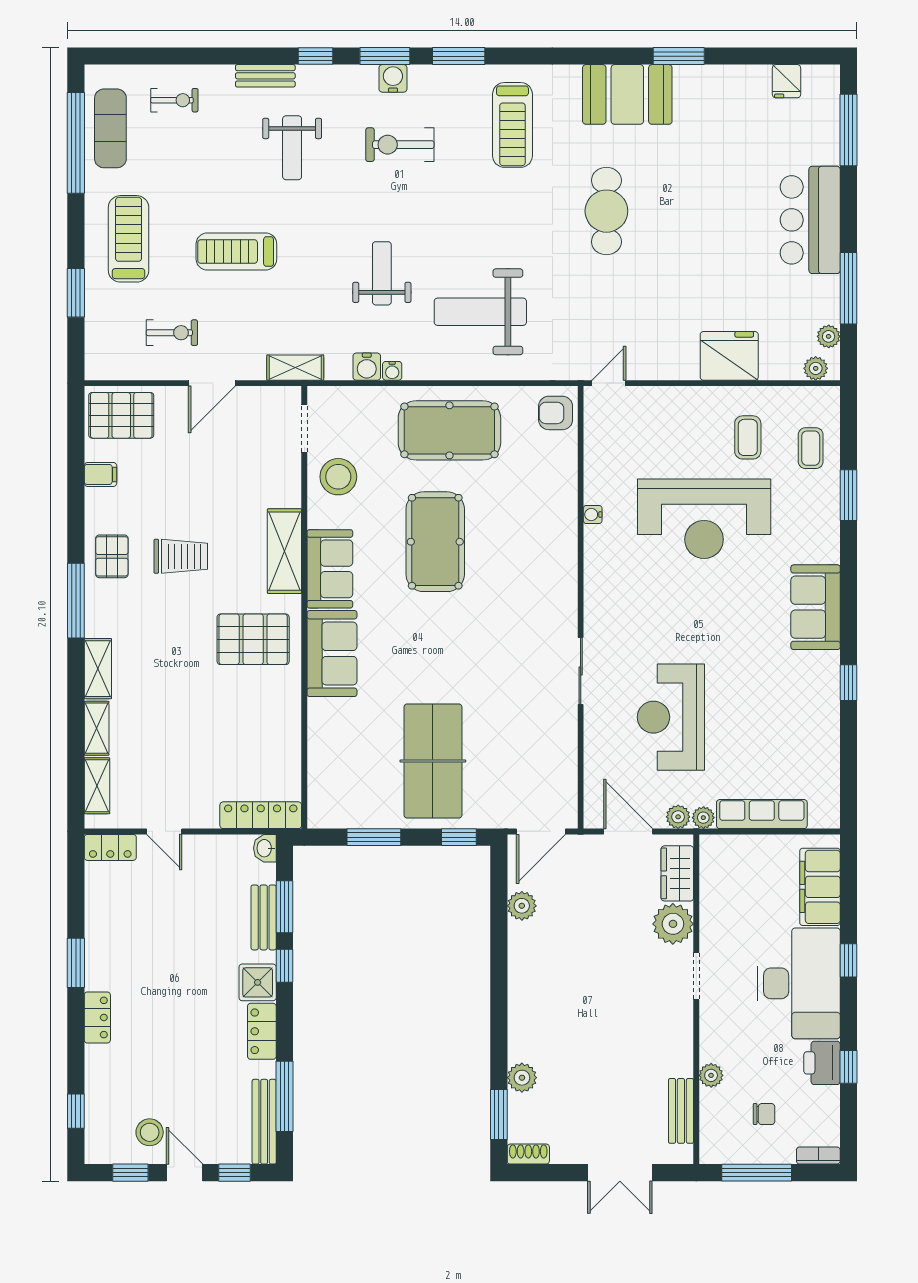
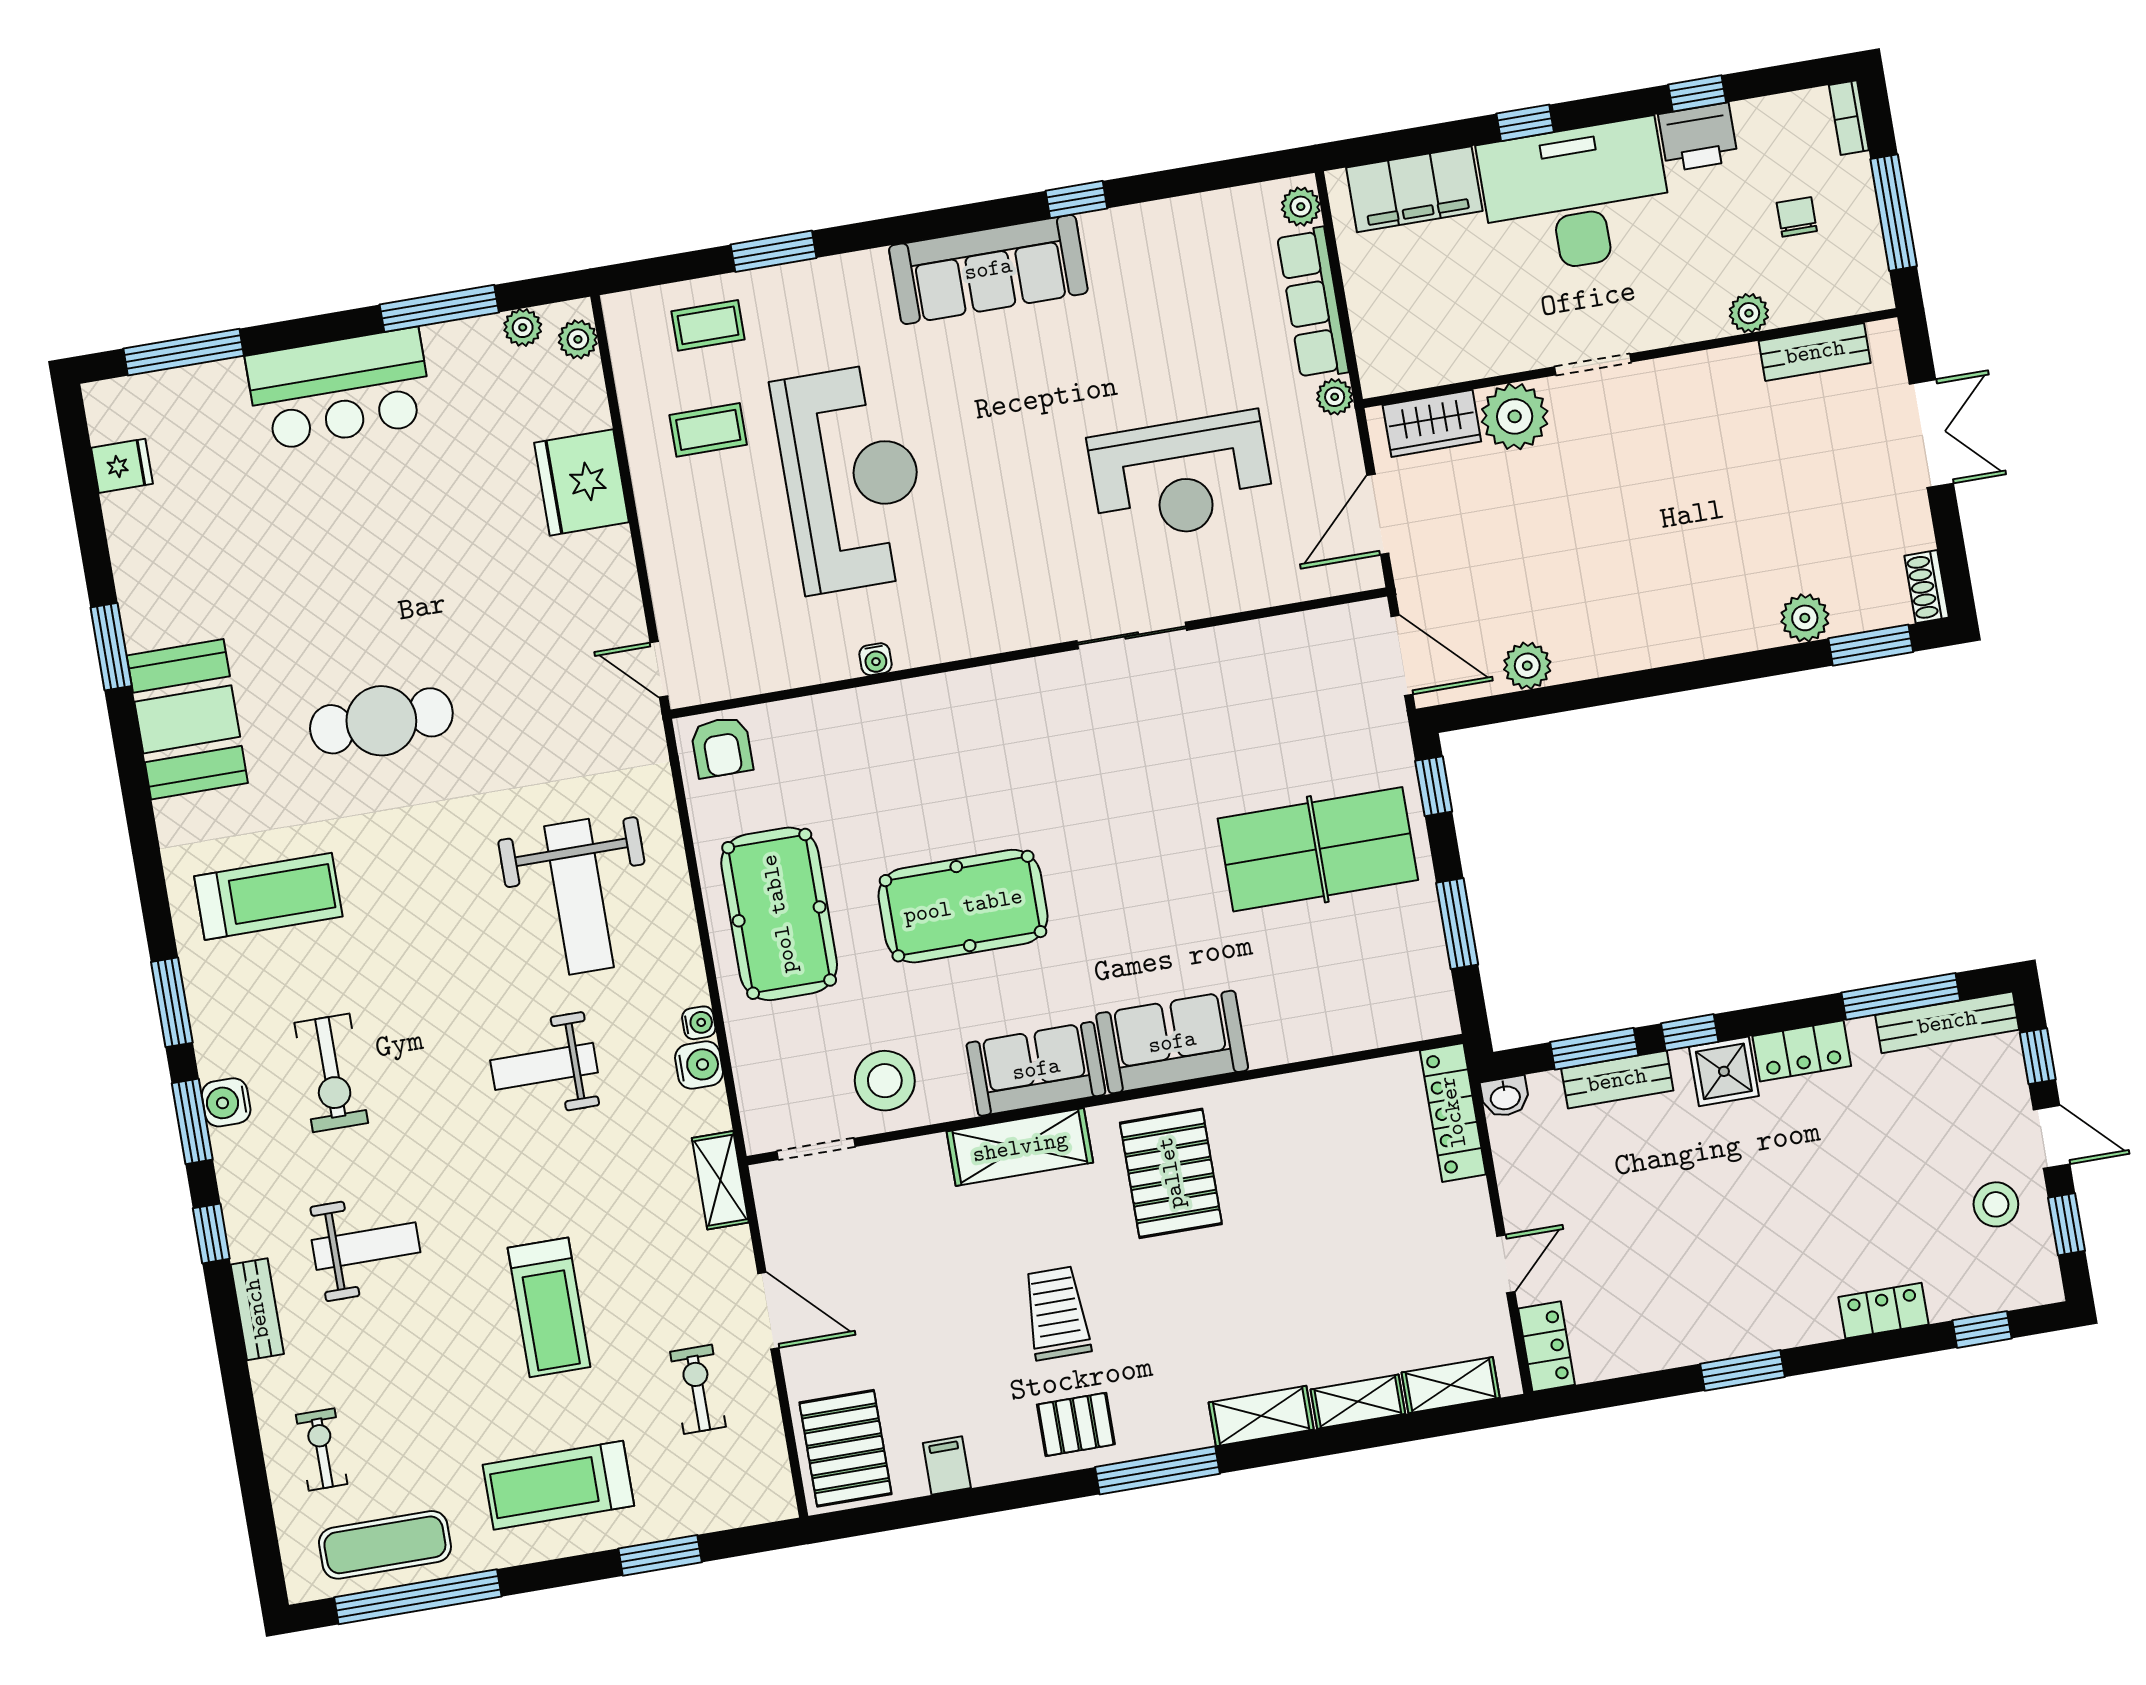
sofa: (816, 607) -> (988, 269), width x1.36
plant: (678, 817) -> (1301, 207), moved
locker: (97, 1017) -> (1883, 1311), moved
door: (185, 1173) -> (2052, 1137), swing flipped

